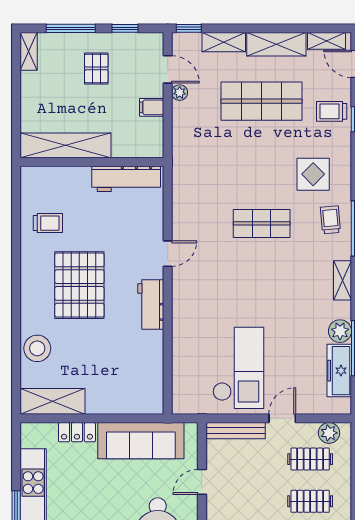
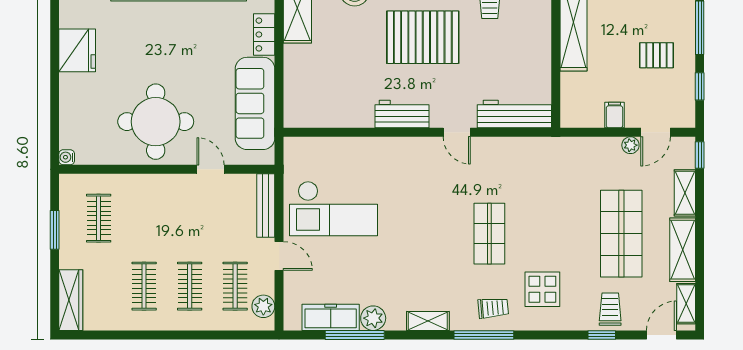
workbench: (126, 179) -> (514, 114), moved, turned 90

